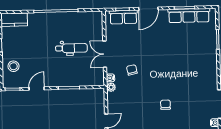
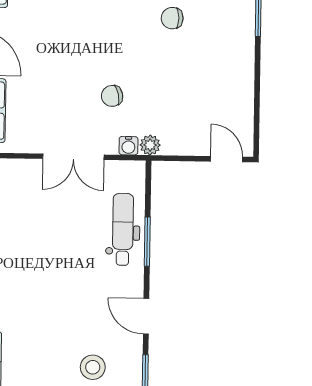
dental chair: (71, 48) -> (123, 229), moved
chair: (165, 105) -> (172, 18), moved

